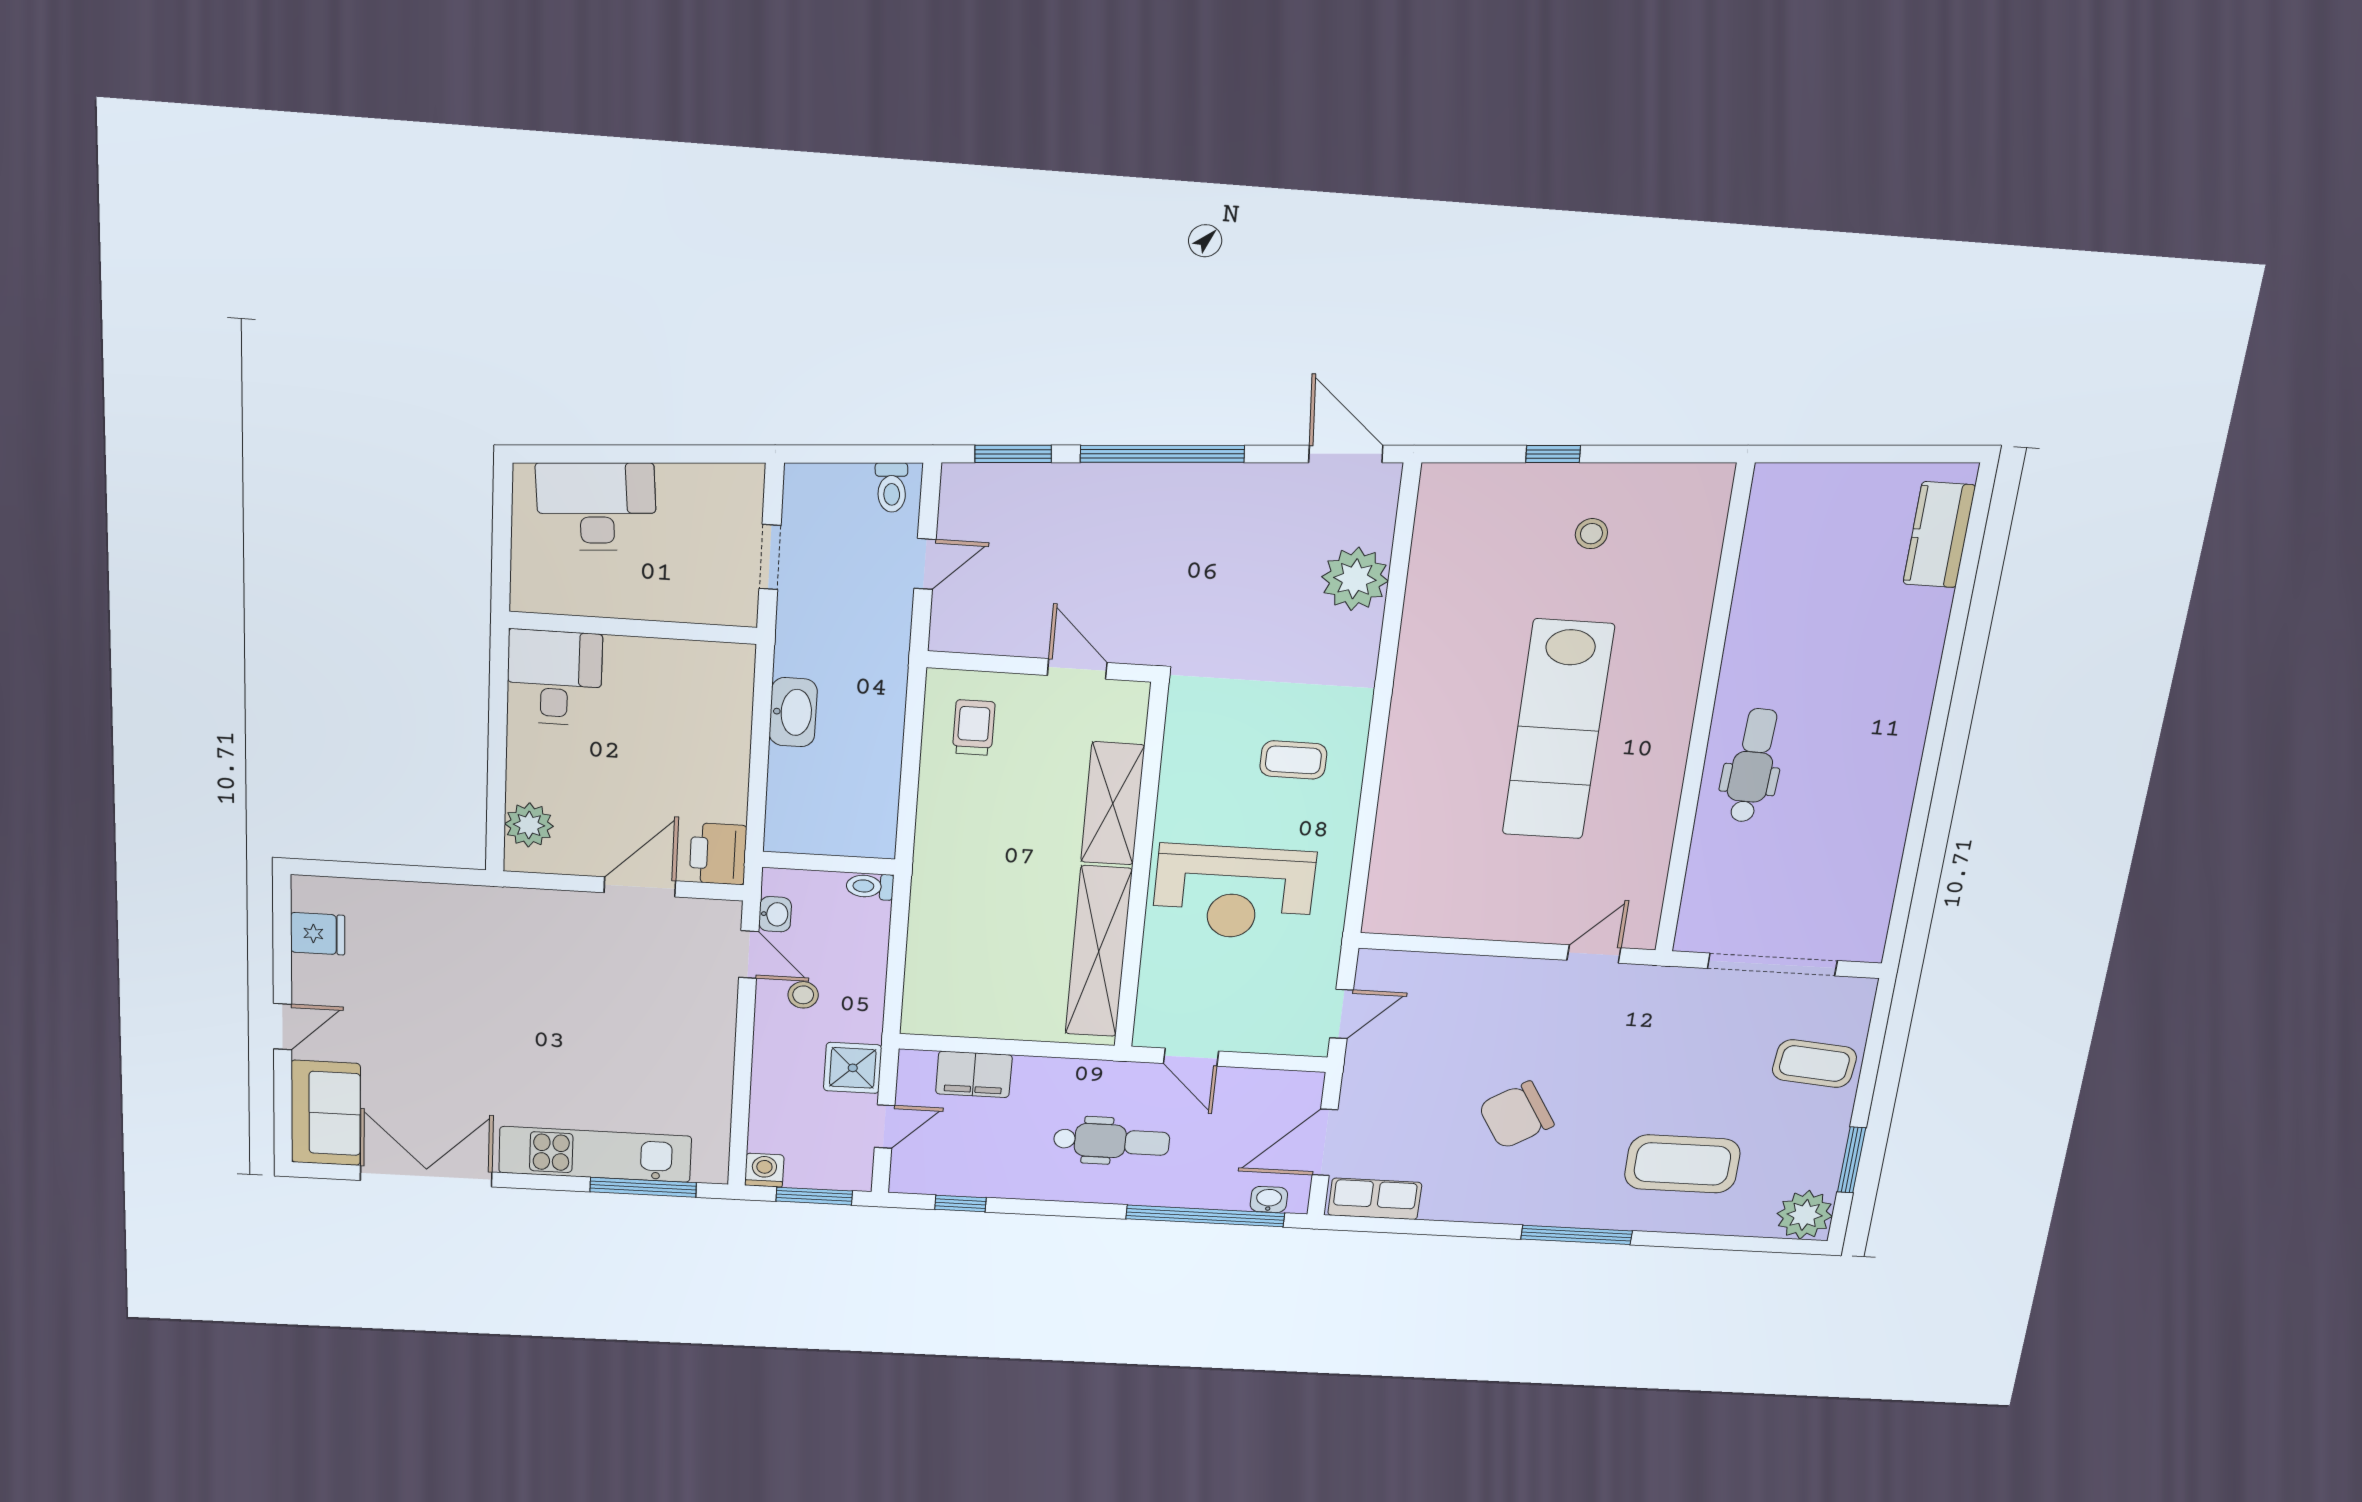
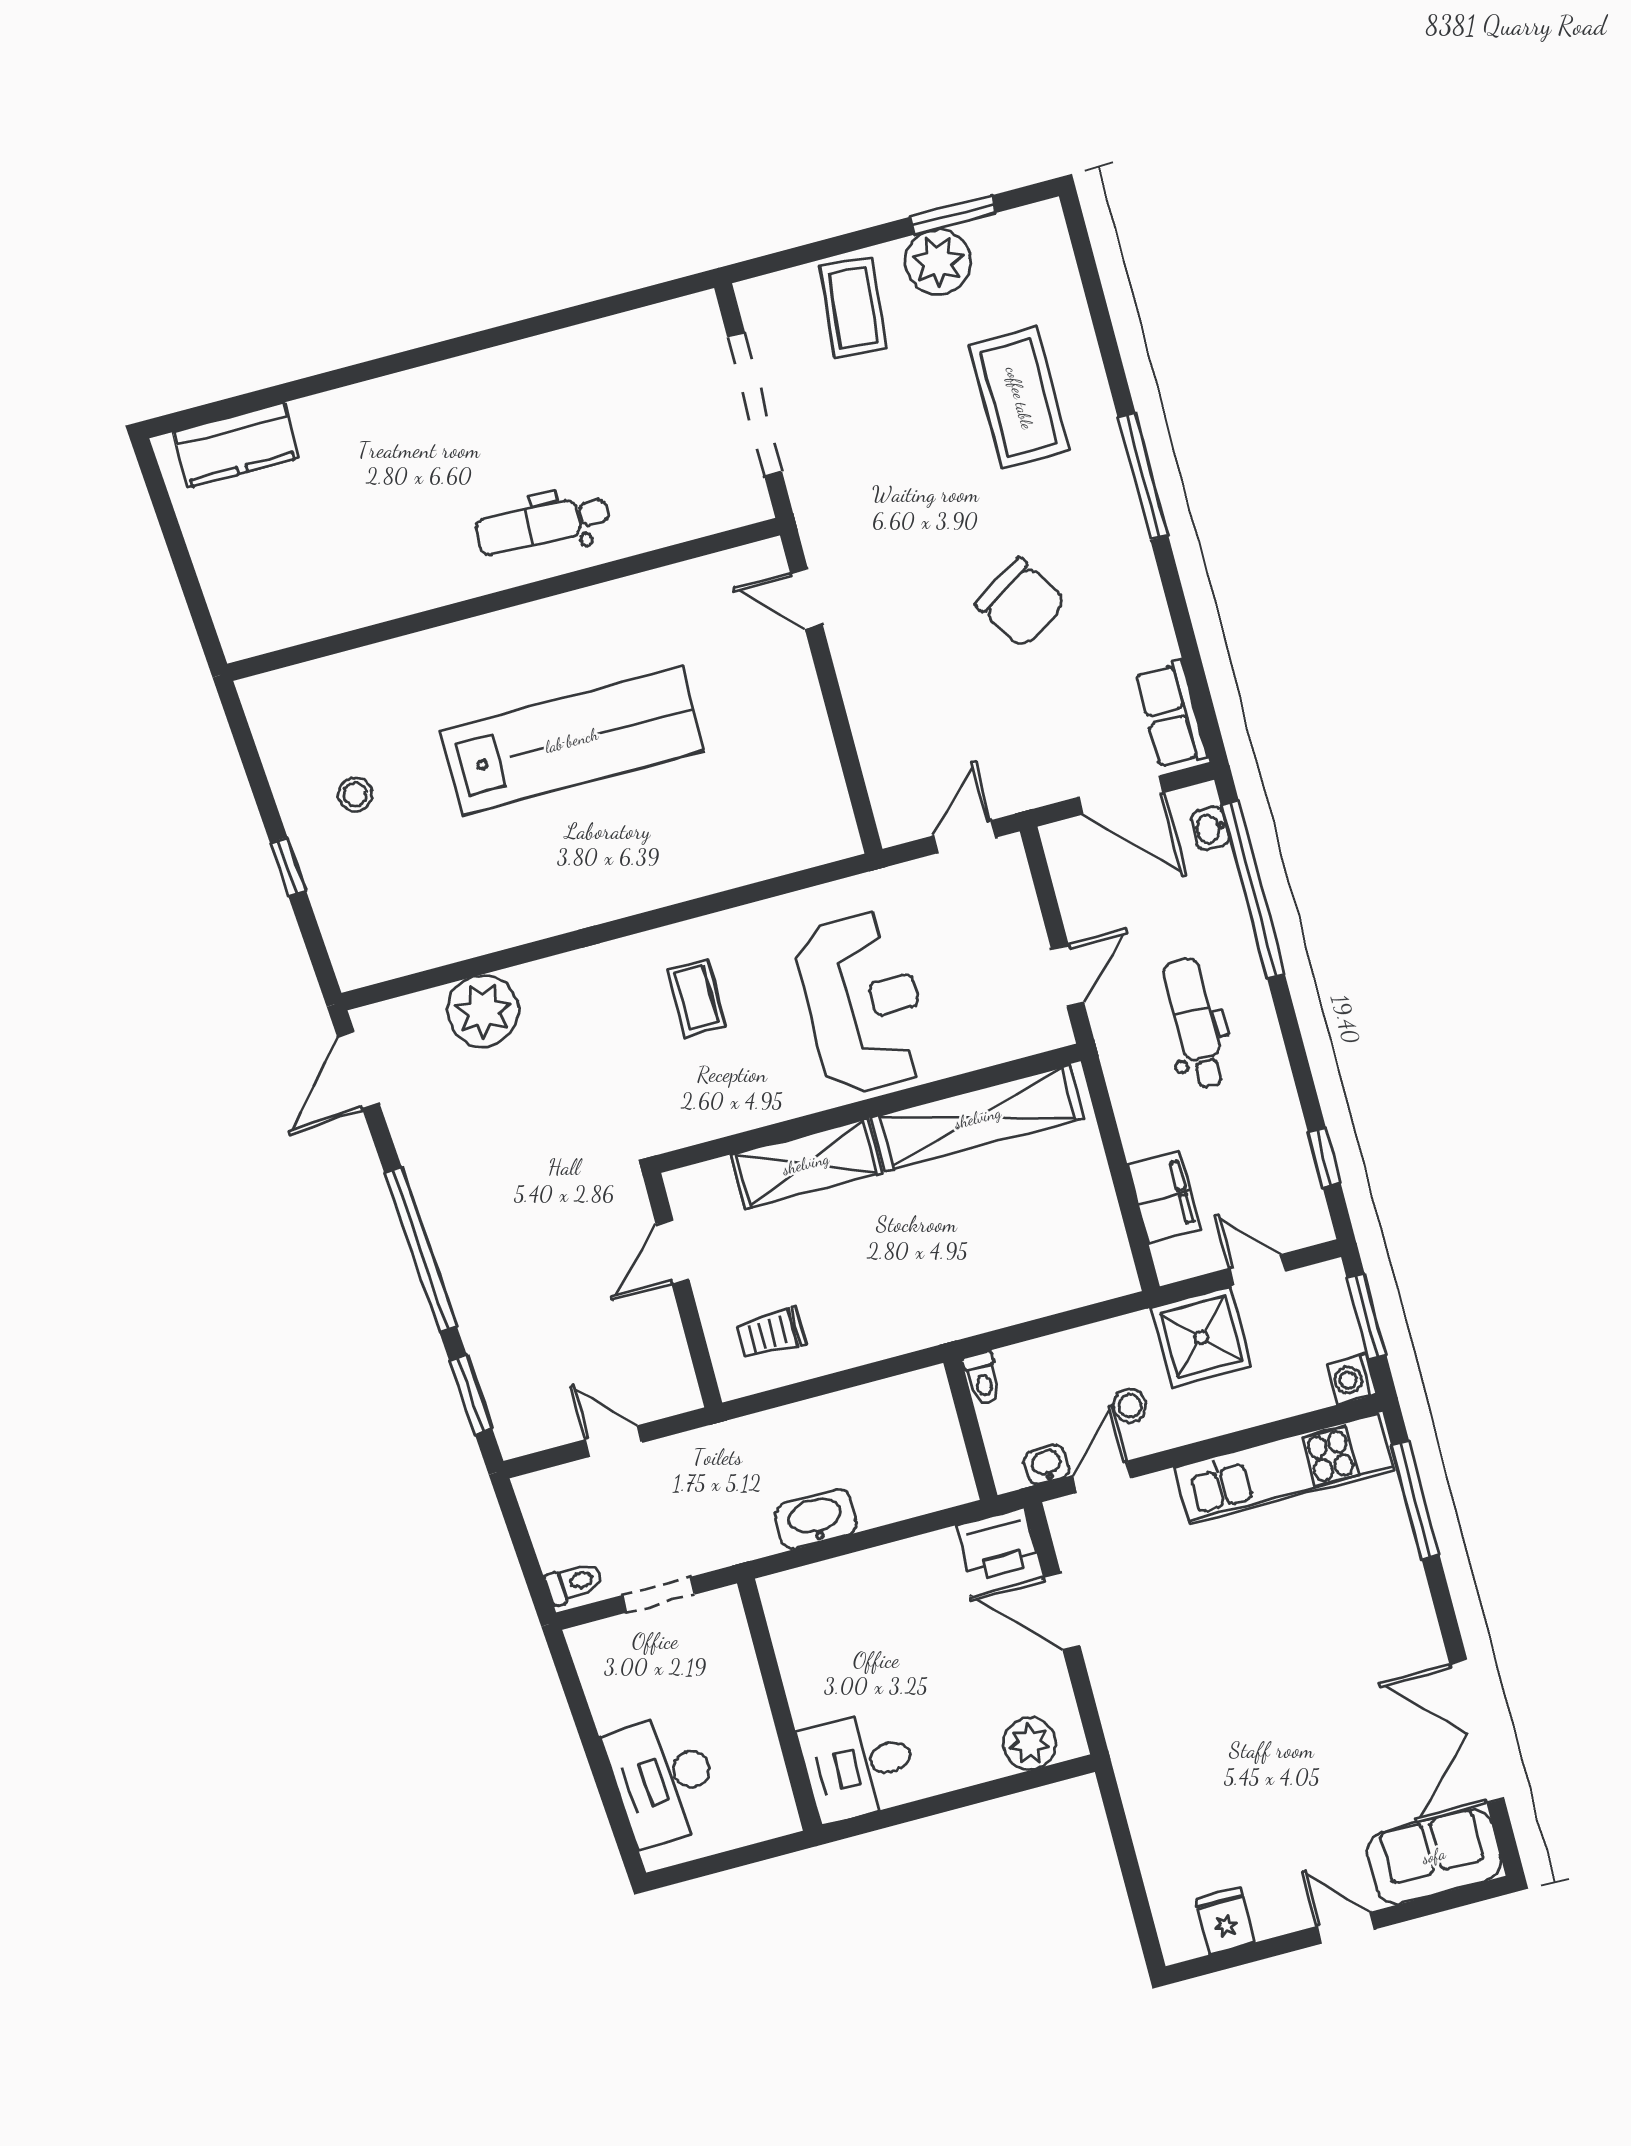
toilet: (892, 487) -> (574, 1583), moved
door: (1341, 1014) -> (964, 837), hinge flipped
shower: (853, 1068) -> (1201, 1337), width x1.36, depth x1.36
kitchen unit: (595, 1154) -> (1284, 1469), moved, turned -90
plant: (1805, 1215) -> (938, 262), moved

